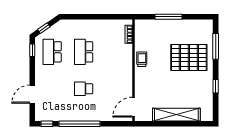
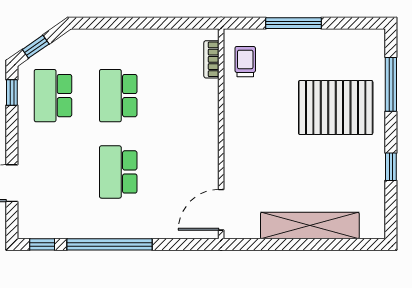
trolley: (142, 59) -> (245, 62), moved
school desk: (84, 89) -> (118, 172), width x1.85

